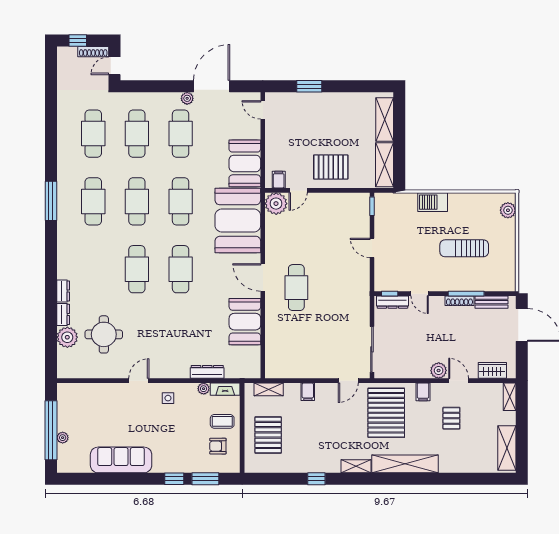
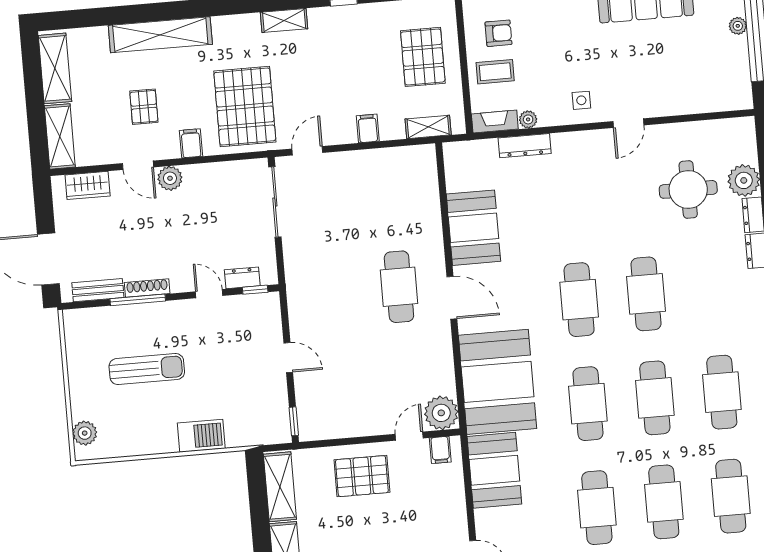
dresser: (392, 302) -> (242, 278), width x0.70
shelving: (510, 397) -> (60, 136), width x1.50, depth x1.33
shelving: (405, 464) -> (160, 35), moved

